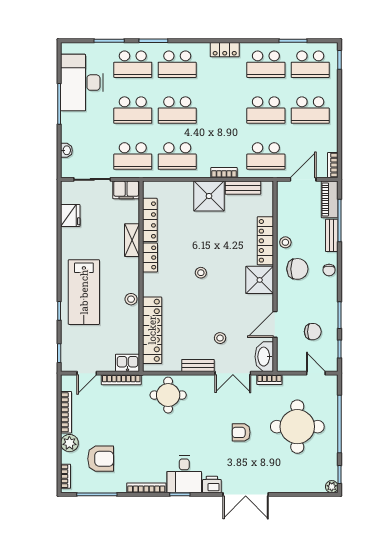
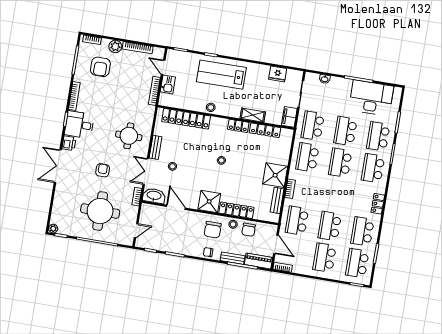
chair: (313, 332) -> (249, 230), moved
kitchen sink: (128, 363) -> (168, 84), moved
round table: (168, 395) -> (129, 136), moved

